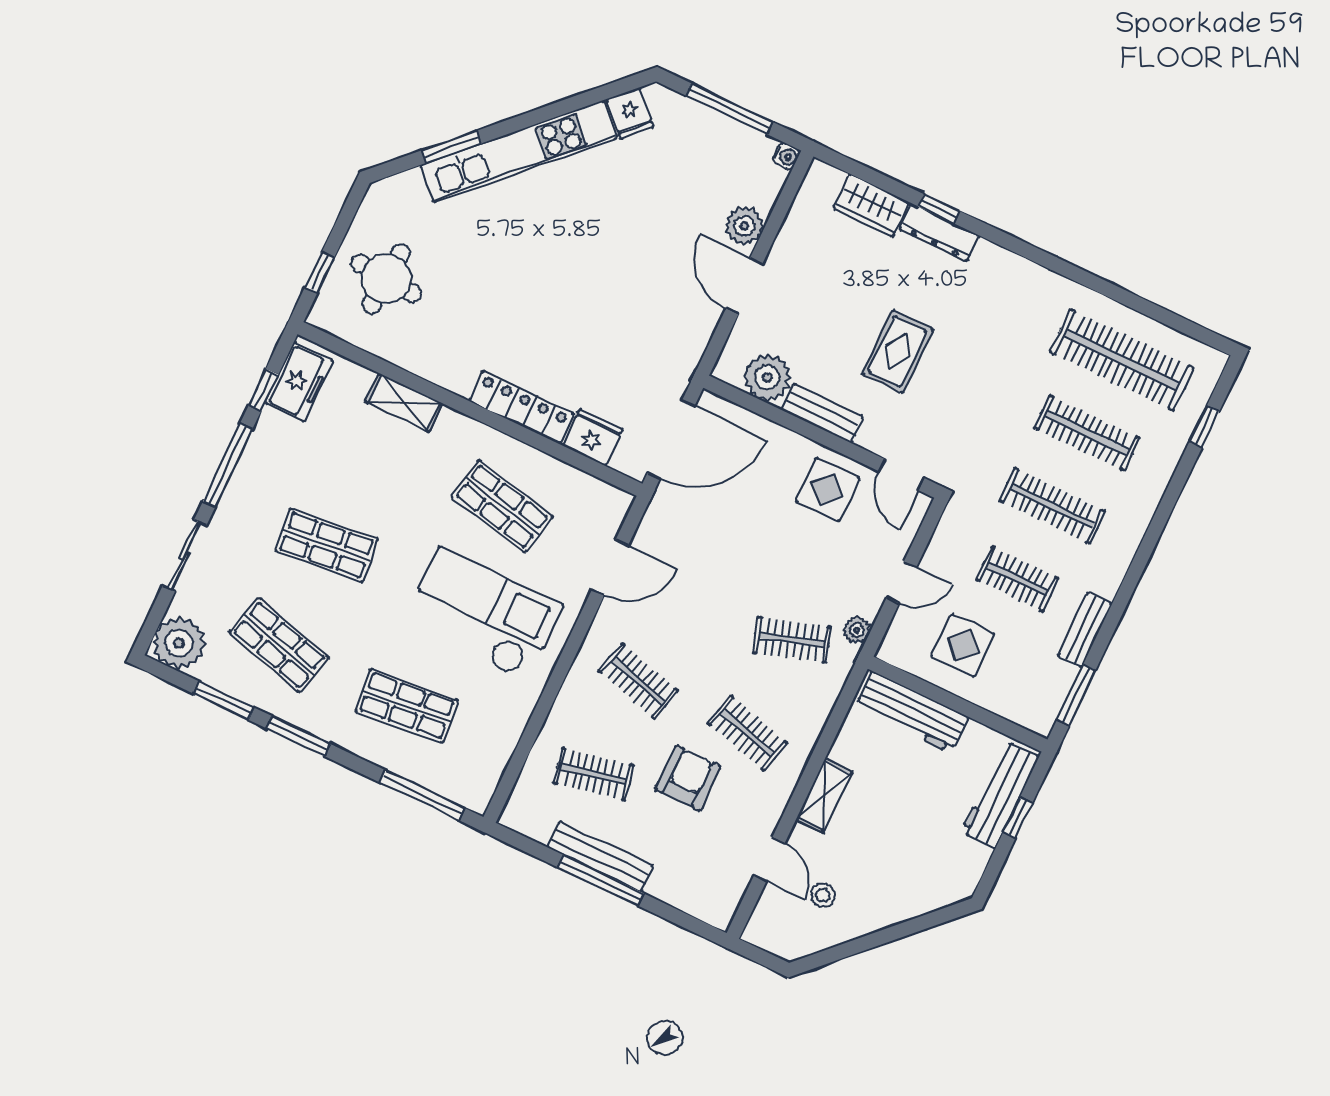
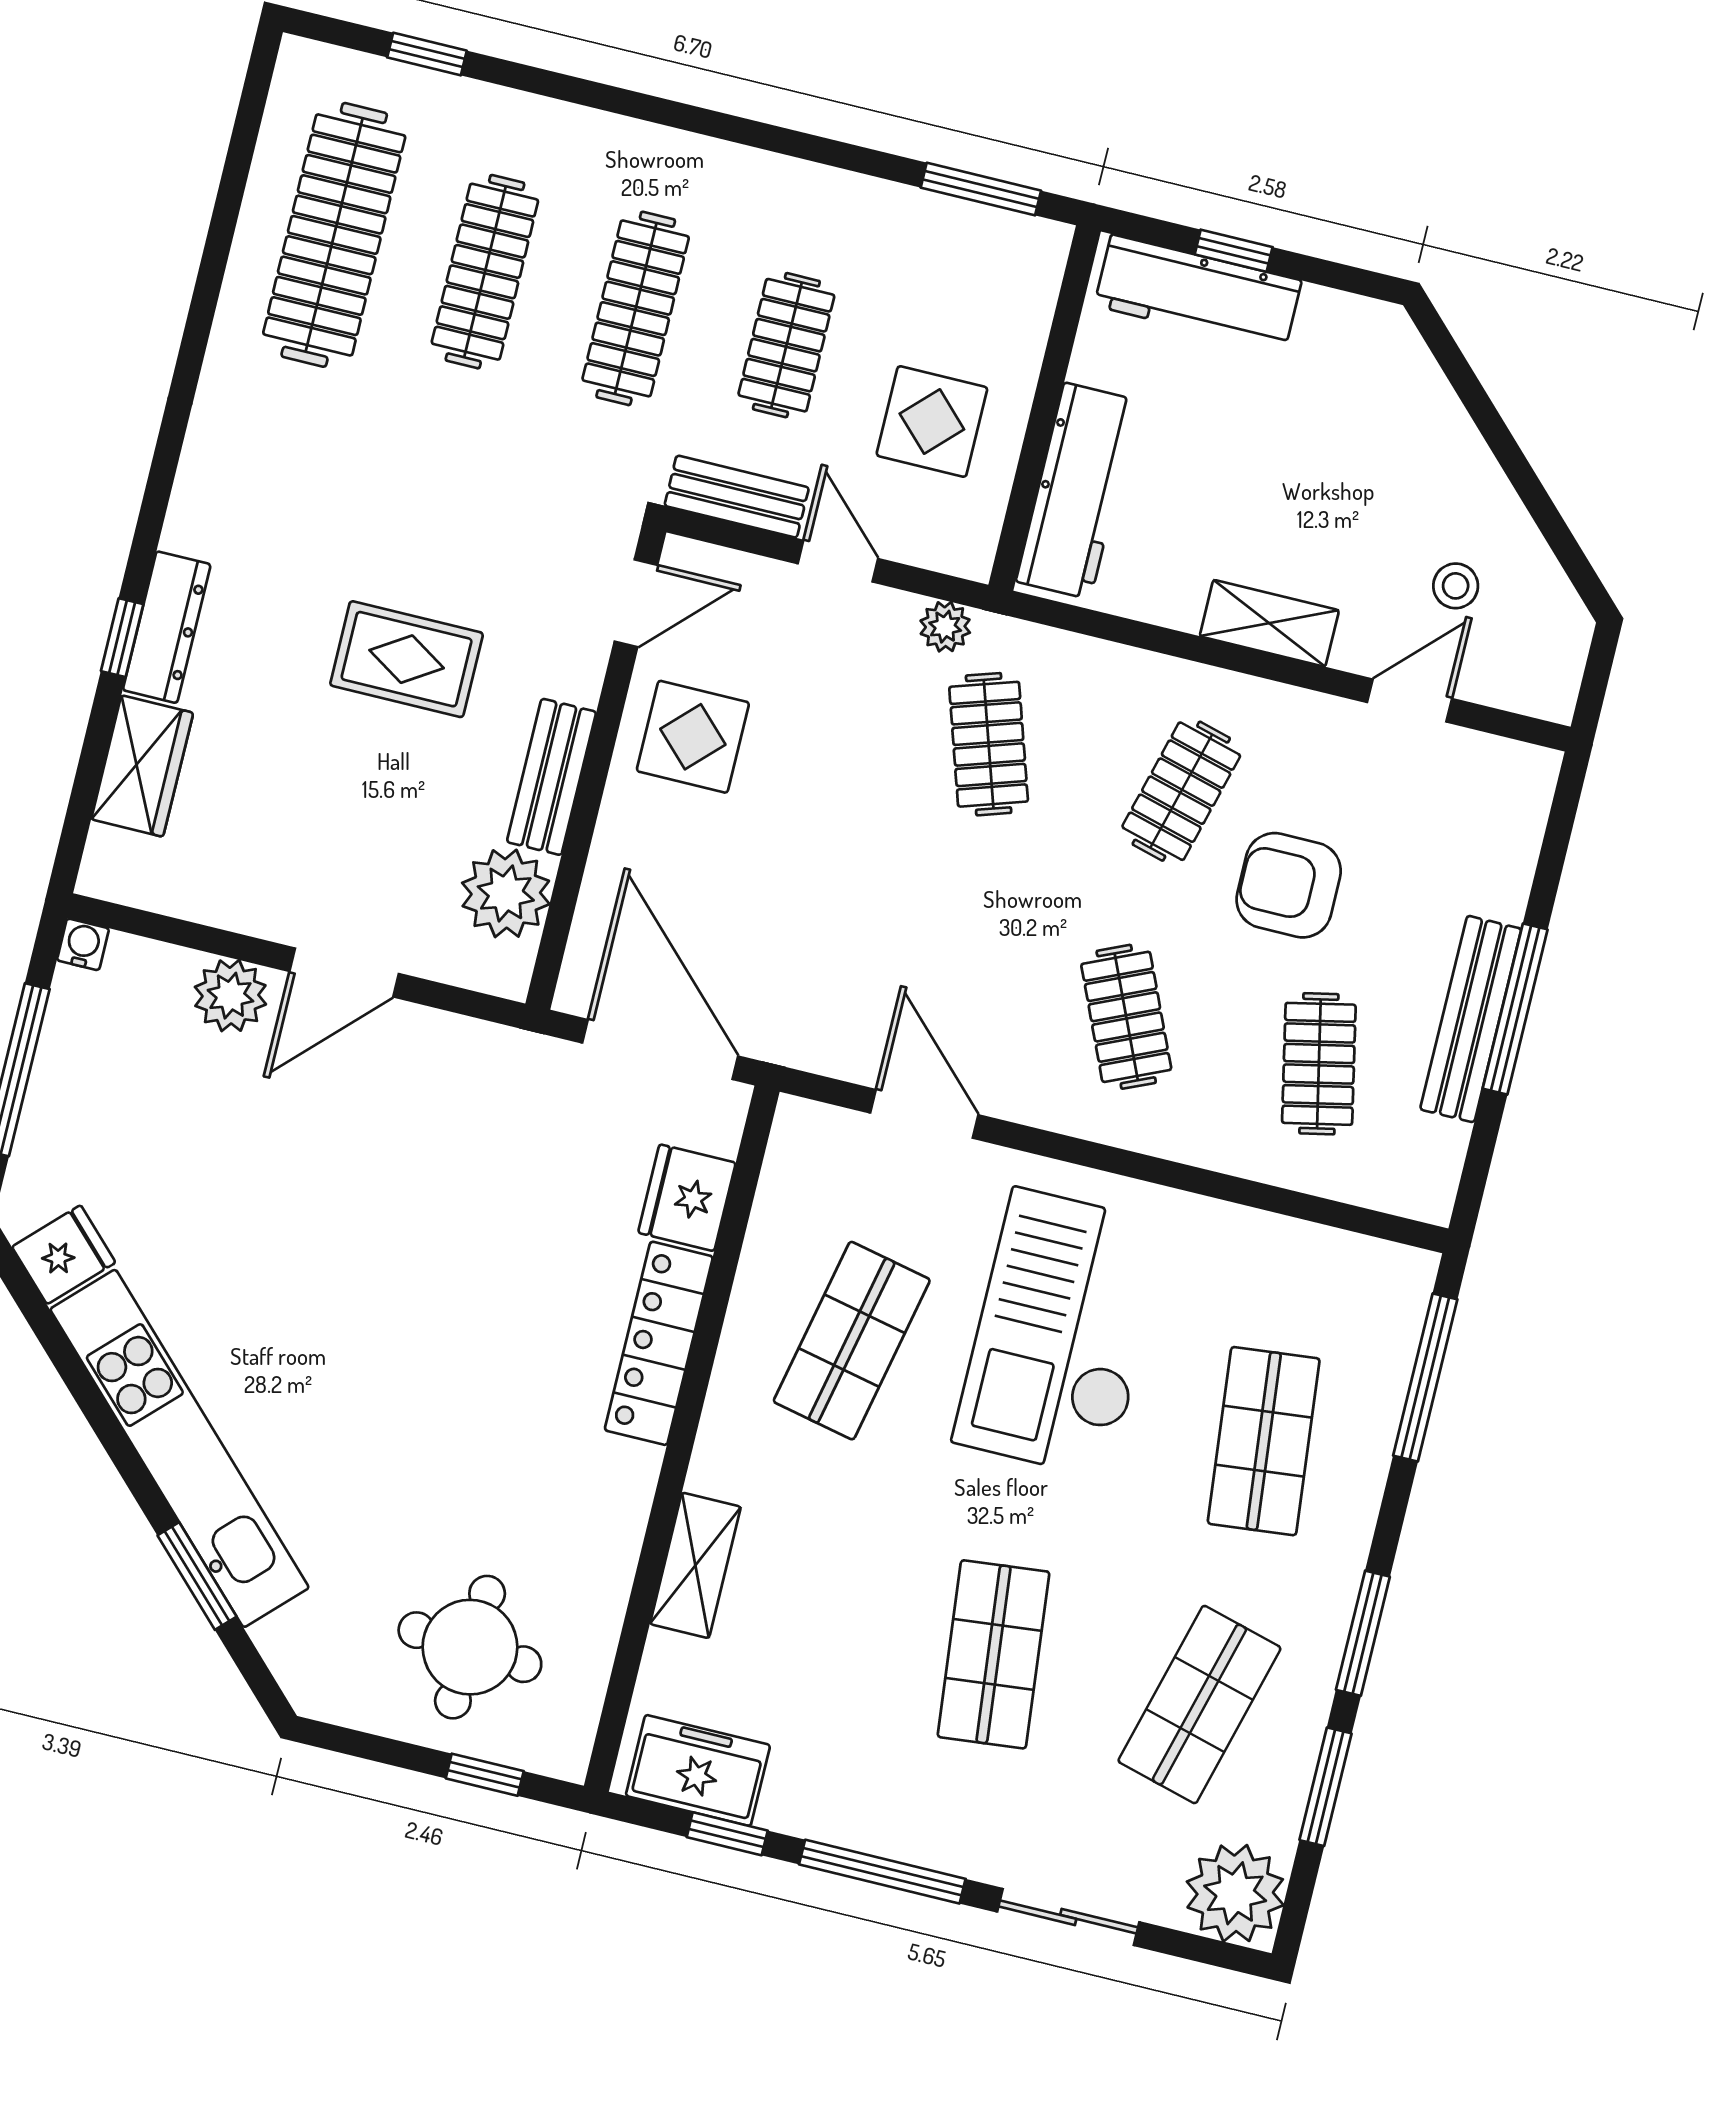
bench: (1085, 630) -> (737, 497), moved
clothes rail: (638, 681) -> (1126, 1017), turned -39

